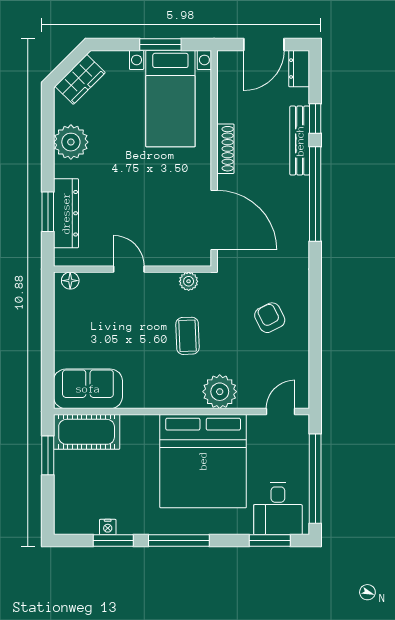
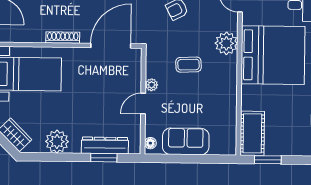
plant: (189, 281) -> (152, 85), moved
sofa: (88, 389) -> (186, 141), moved, turned 90

